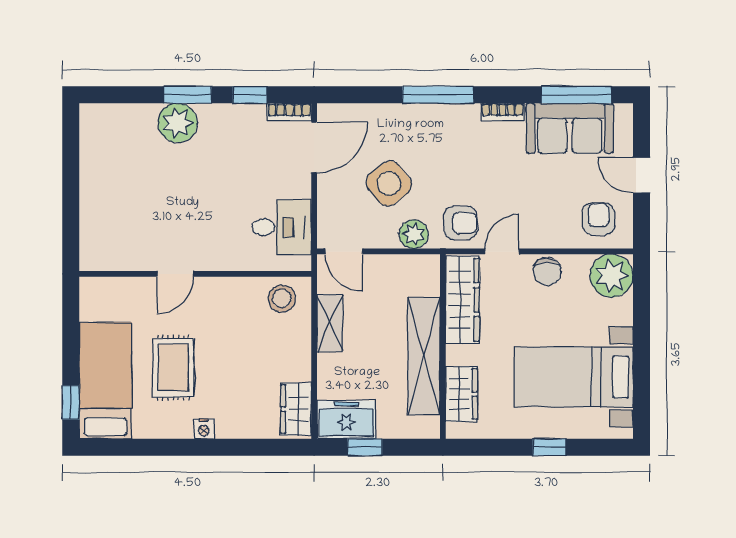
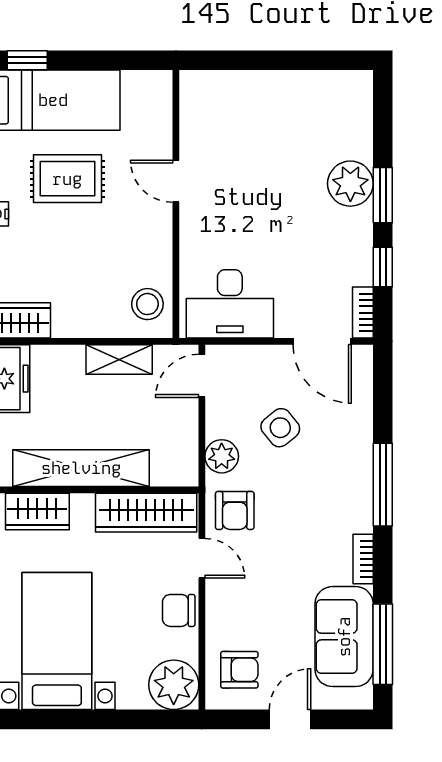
side table: (389, 184) -> (280, 428), width x0.73, depth x0.73
desk: (282, 227) -> (230, 304), width x1.37

